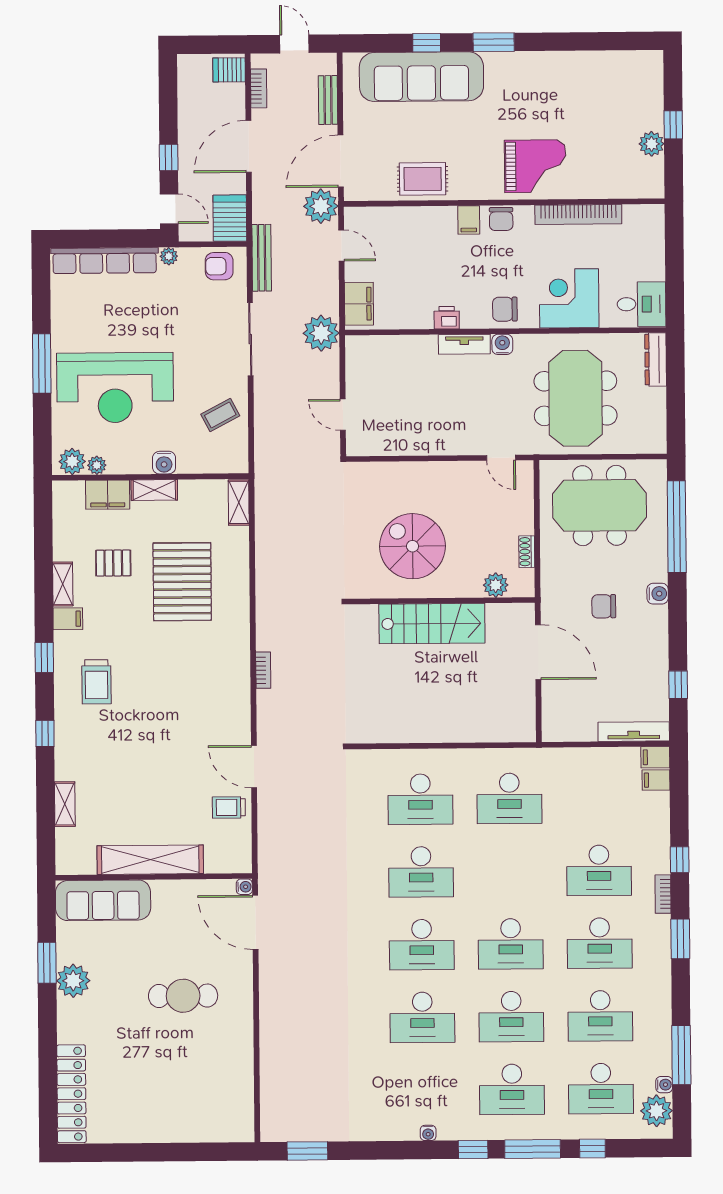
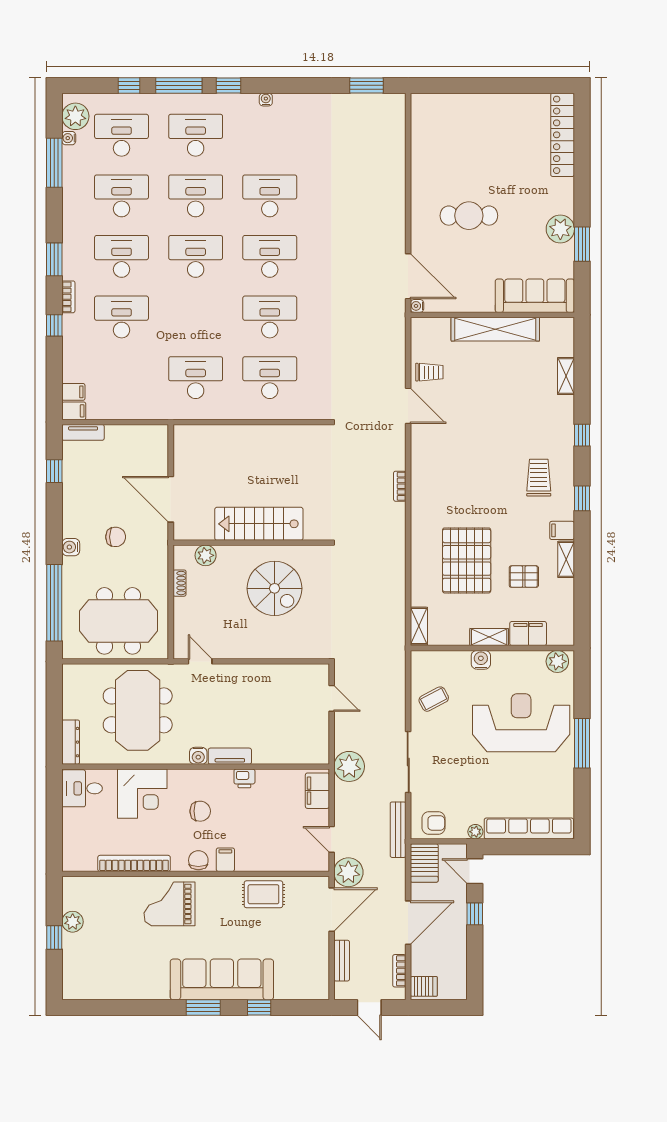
sofa: (421, 77) -> (222, 979), moved
chair: (505, 309) -> (200, 811), moved
plant: (97, 465) -> (537, 658), removed
tv unit: (634, 732) -> (83, 432), width x0.71

